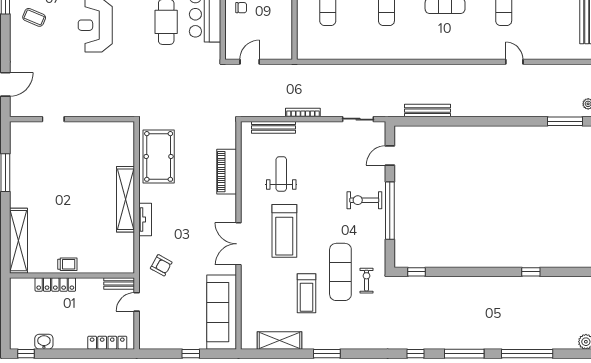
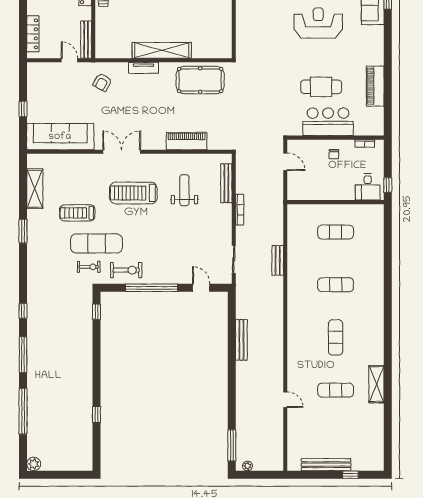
door: (514, 62) -> (285, 400), hinge flipped
bench: (359, 70) -> (278, 260), added
bench: (427, 111) -> (241, 340), moved
weight bench: (281, 174) -> (184, 190), turned -90
exercise bike: (364, 200) -> (126, 270), moved, turned 90
bench: (119, 283) -> (86, 40), width x1.36

